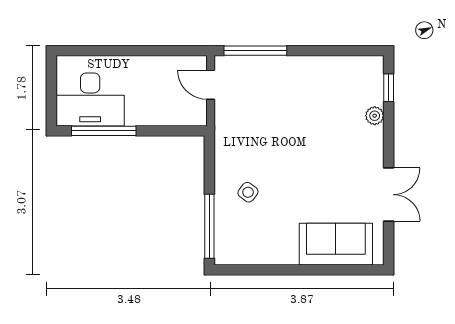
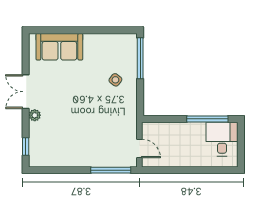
desk: (90, 99) -> (222, 139), width x0.73
plant: (375, 116) -> (35, 115), moved
double door: (389, 195) -> (26, 92), moved

